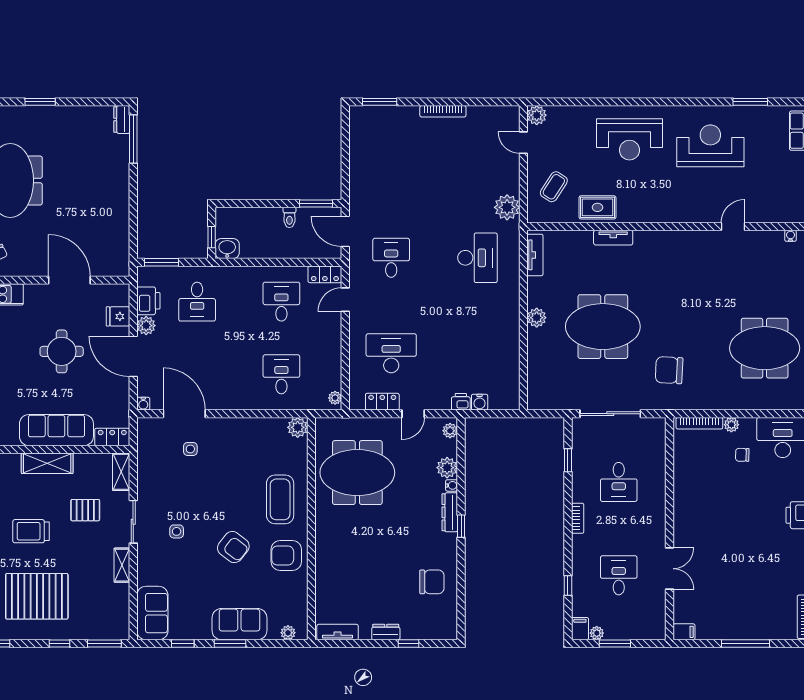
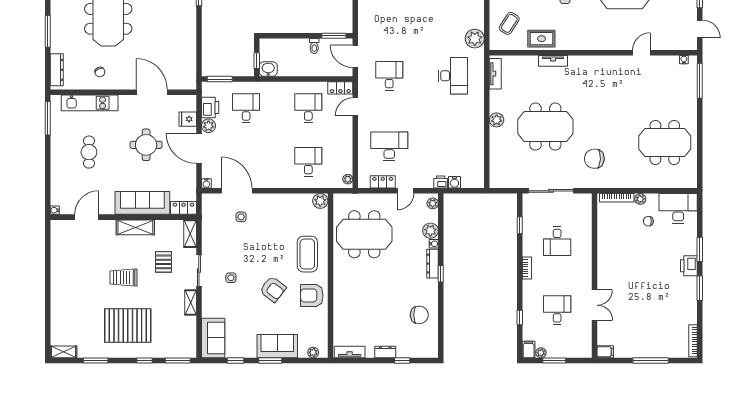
desk: (197, 302) -> (246, 108), turned 180
pallet: (85, 510) -> (164, 262), turned 90

